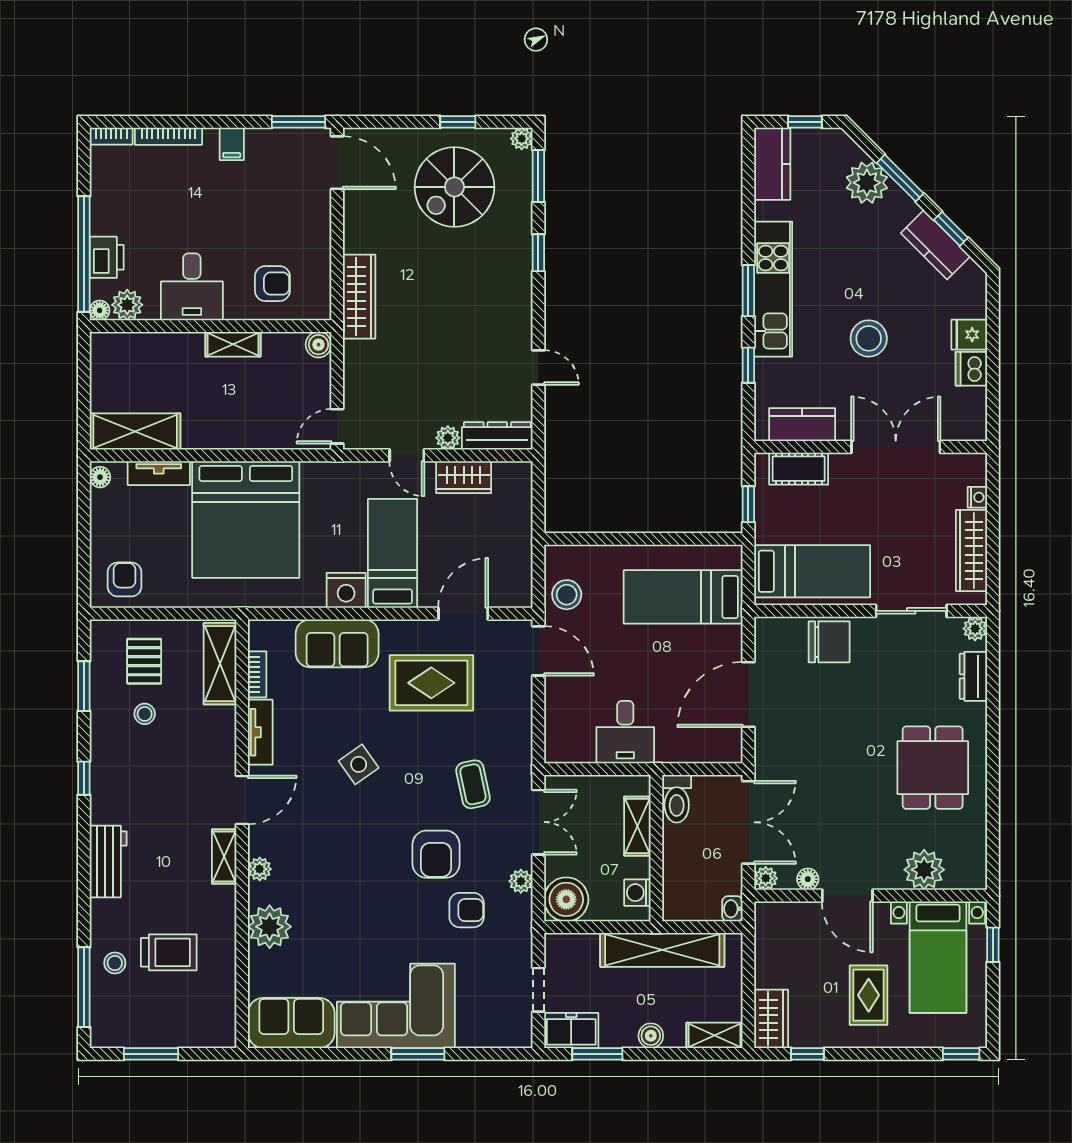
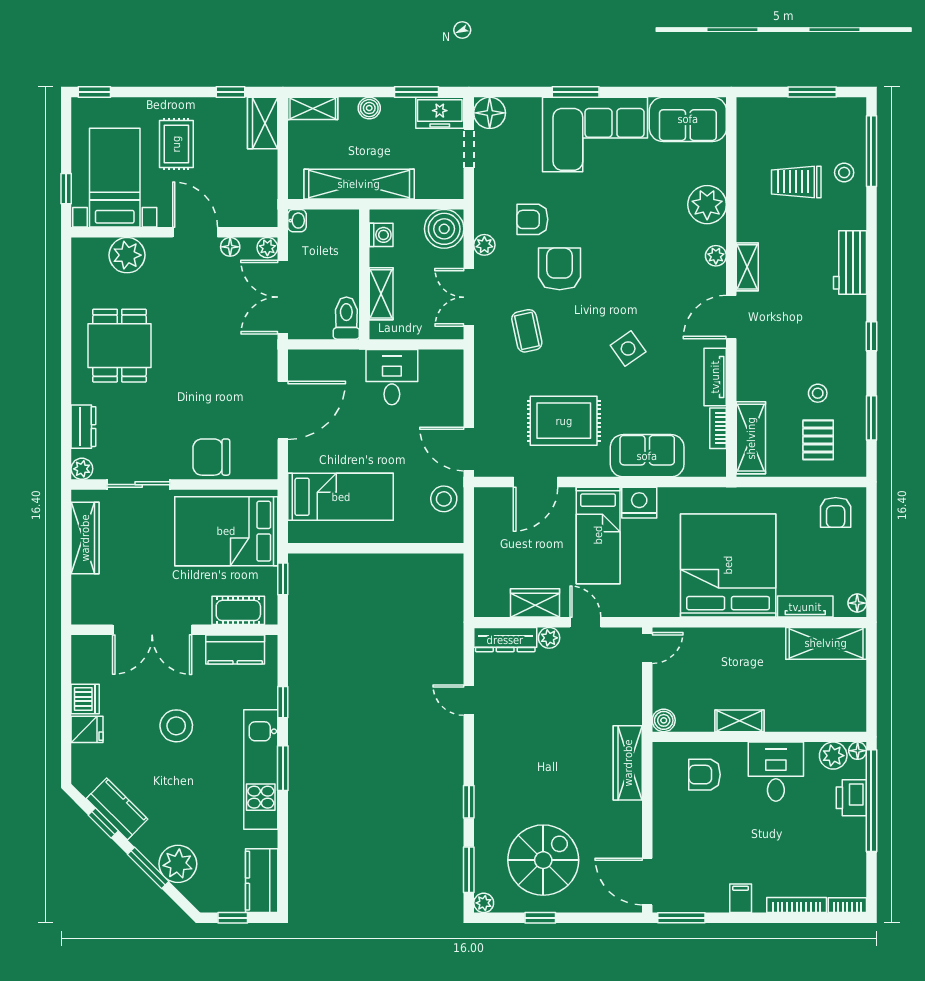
nightstand: (977, 497) -> (80, 585), removed
bed: (812, 571) -> (226, 531), width x1.50
floor lamp: (515, 1030) -> (490, 113), added

